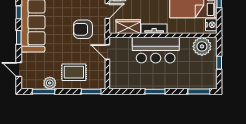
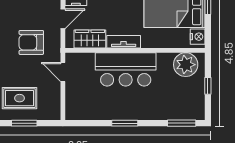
window: (91, 92) -> (24, 123), moved

